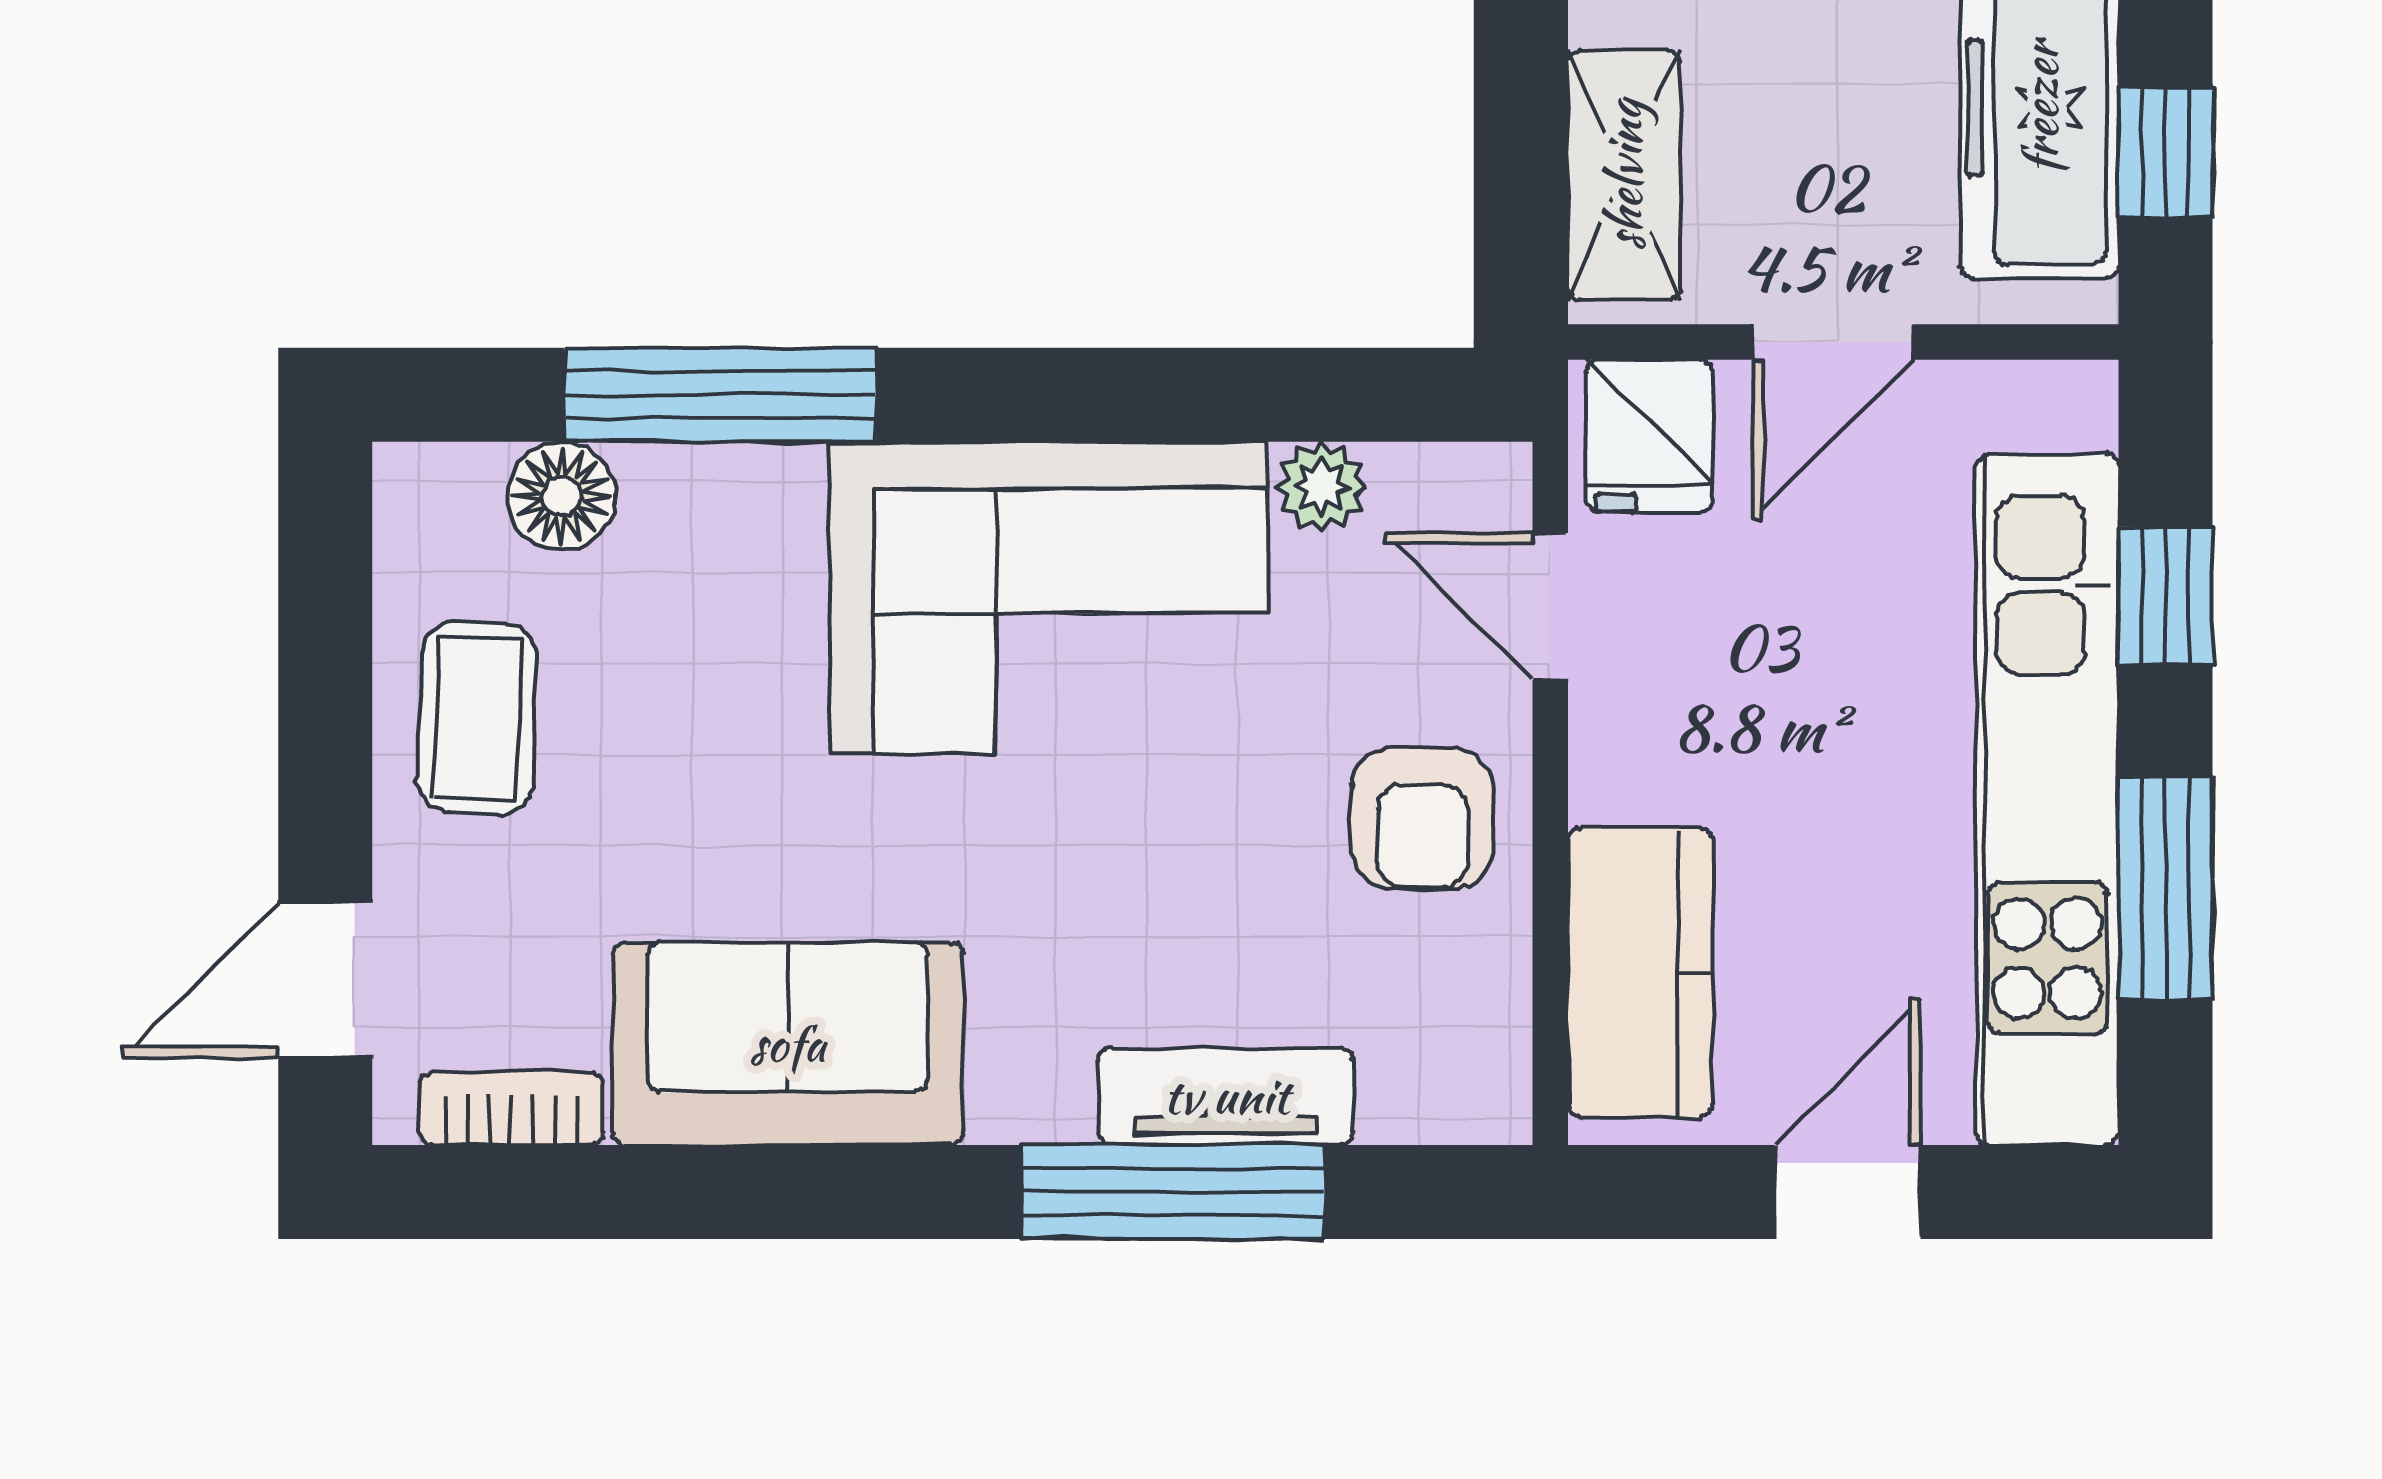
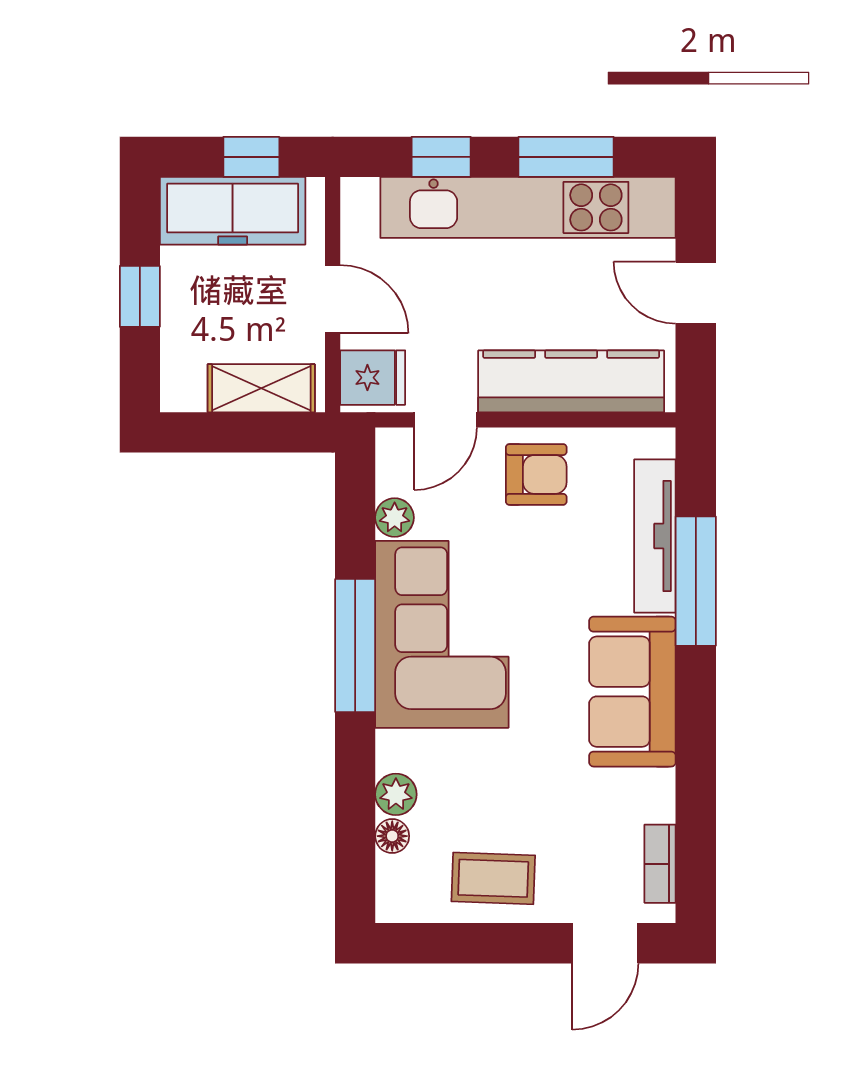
window: (720, 395) -> (355, 646), moved
plant: (674, 490) -> (396, 794), added
floor lamp: (561, 496) -> (392, 836), width x0.73, depth x0.73
kitchen counter: (1640, 973) -> (571, 381), width x1.50
door: (325, 980) -> (605, 943), hinge flipped
sofa: (788, 1044) -> (632, 692), moved
tv unit: (1226, 1096) -> (655, 536), width x1.41

